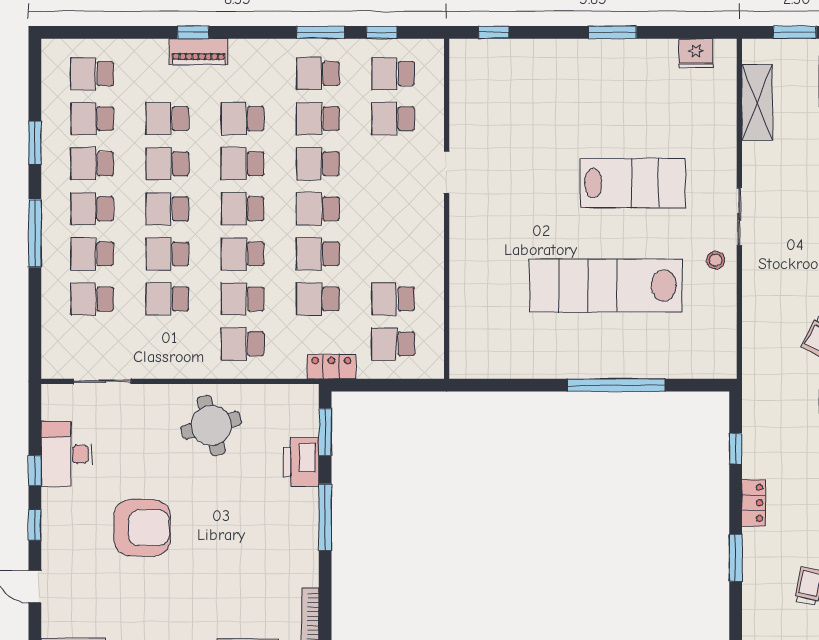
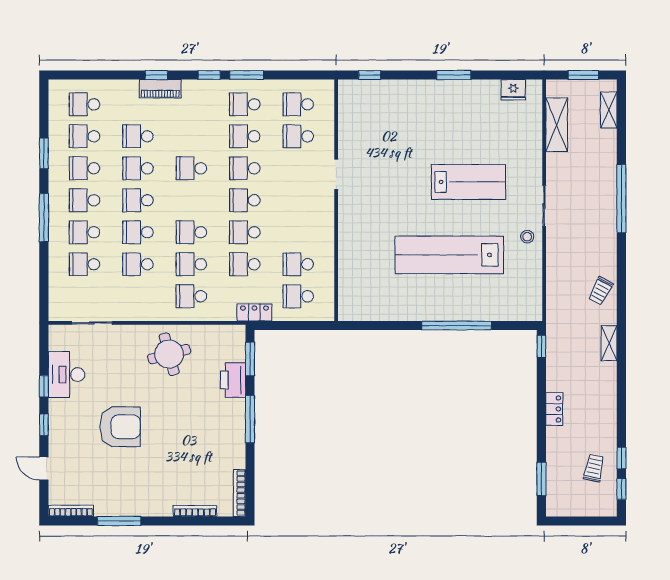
window: (382, 32) -> (209, 75), moved
school desk: (243, 119) -> (191, 136), removed
school desk: (243, 209) -> (191, 200), removed
window: (736, 449) -> (541, 346), moved
window: (736, 558) -> (541, 479), moved

